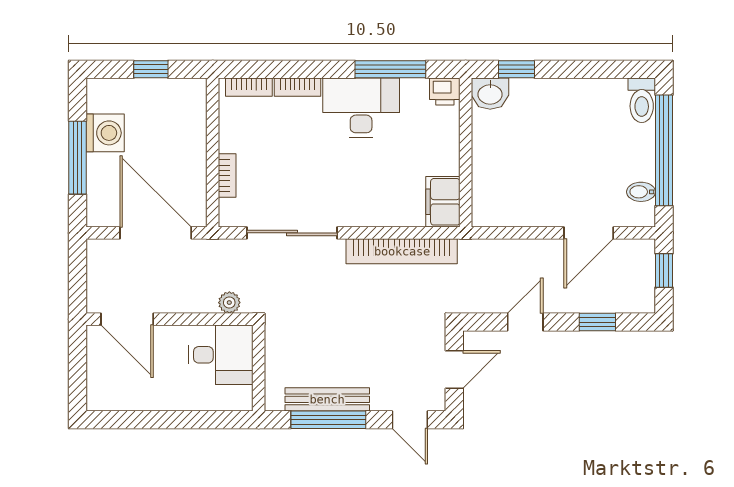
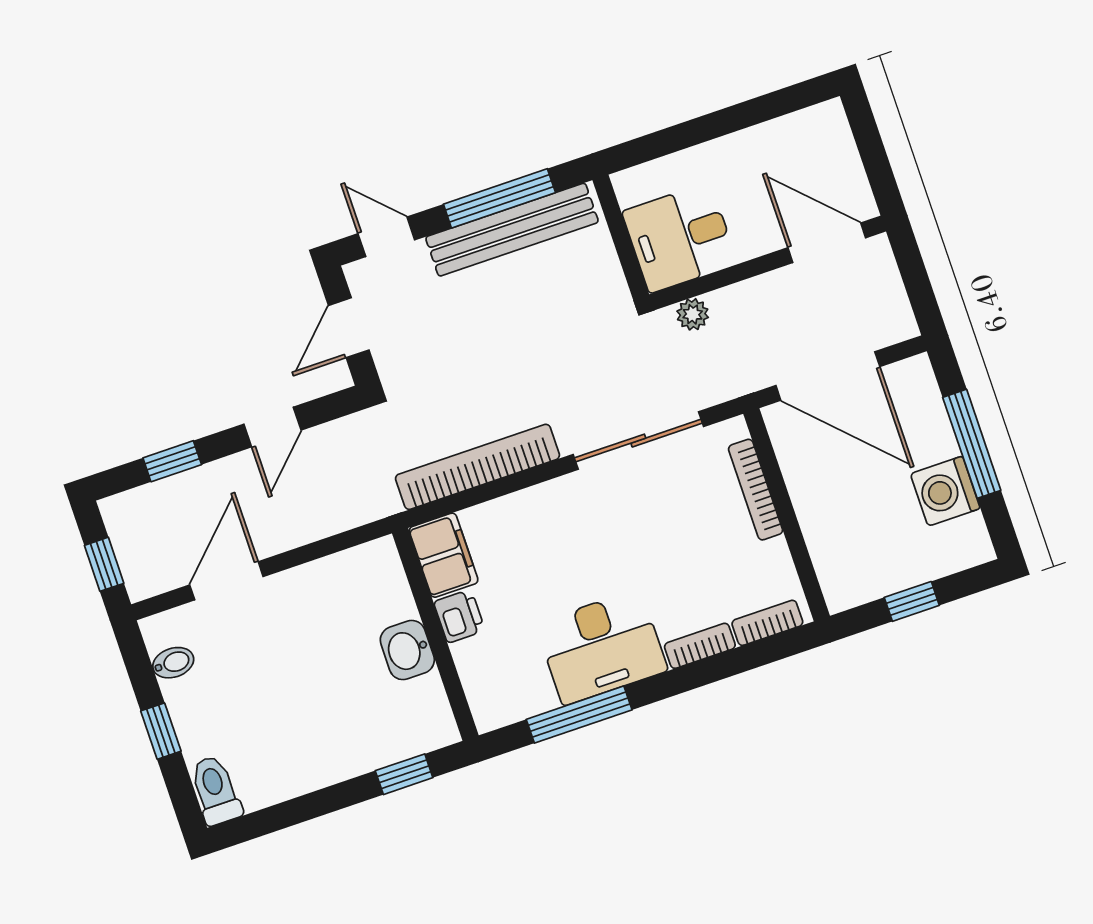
printer: (445, 91) -> (459, 616), moved, turned 90
washbasin: (490, 94) -> (407, 650), moved, turned -90
window: (664, 150) -> (161, 731), width x0.32
bookcase: (227, 176) -> (756, 490), width x1.56
bench: (327, 399) -> (512, 230), width x1.37, depth x1.21

